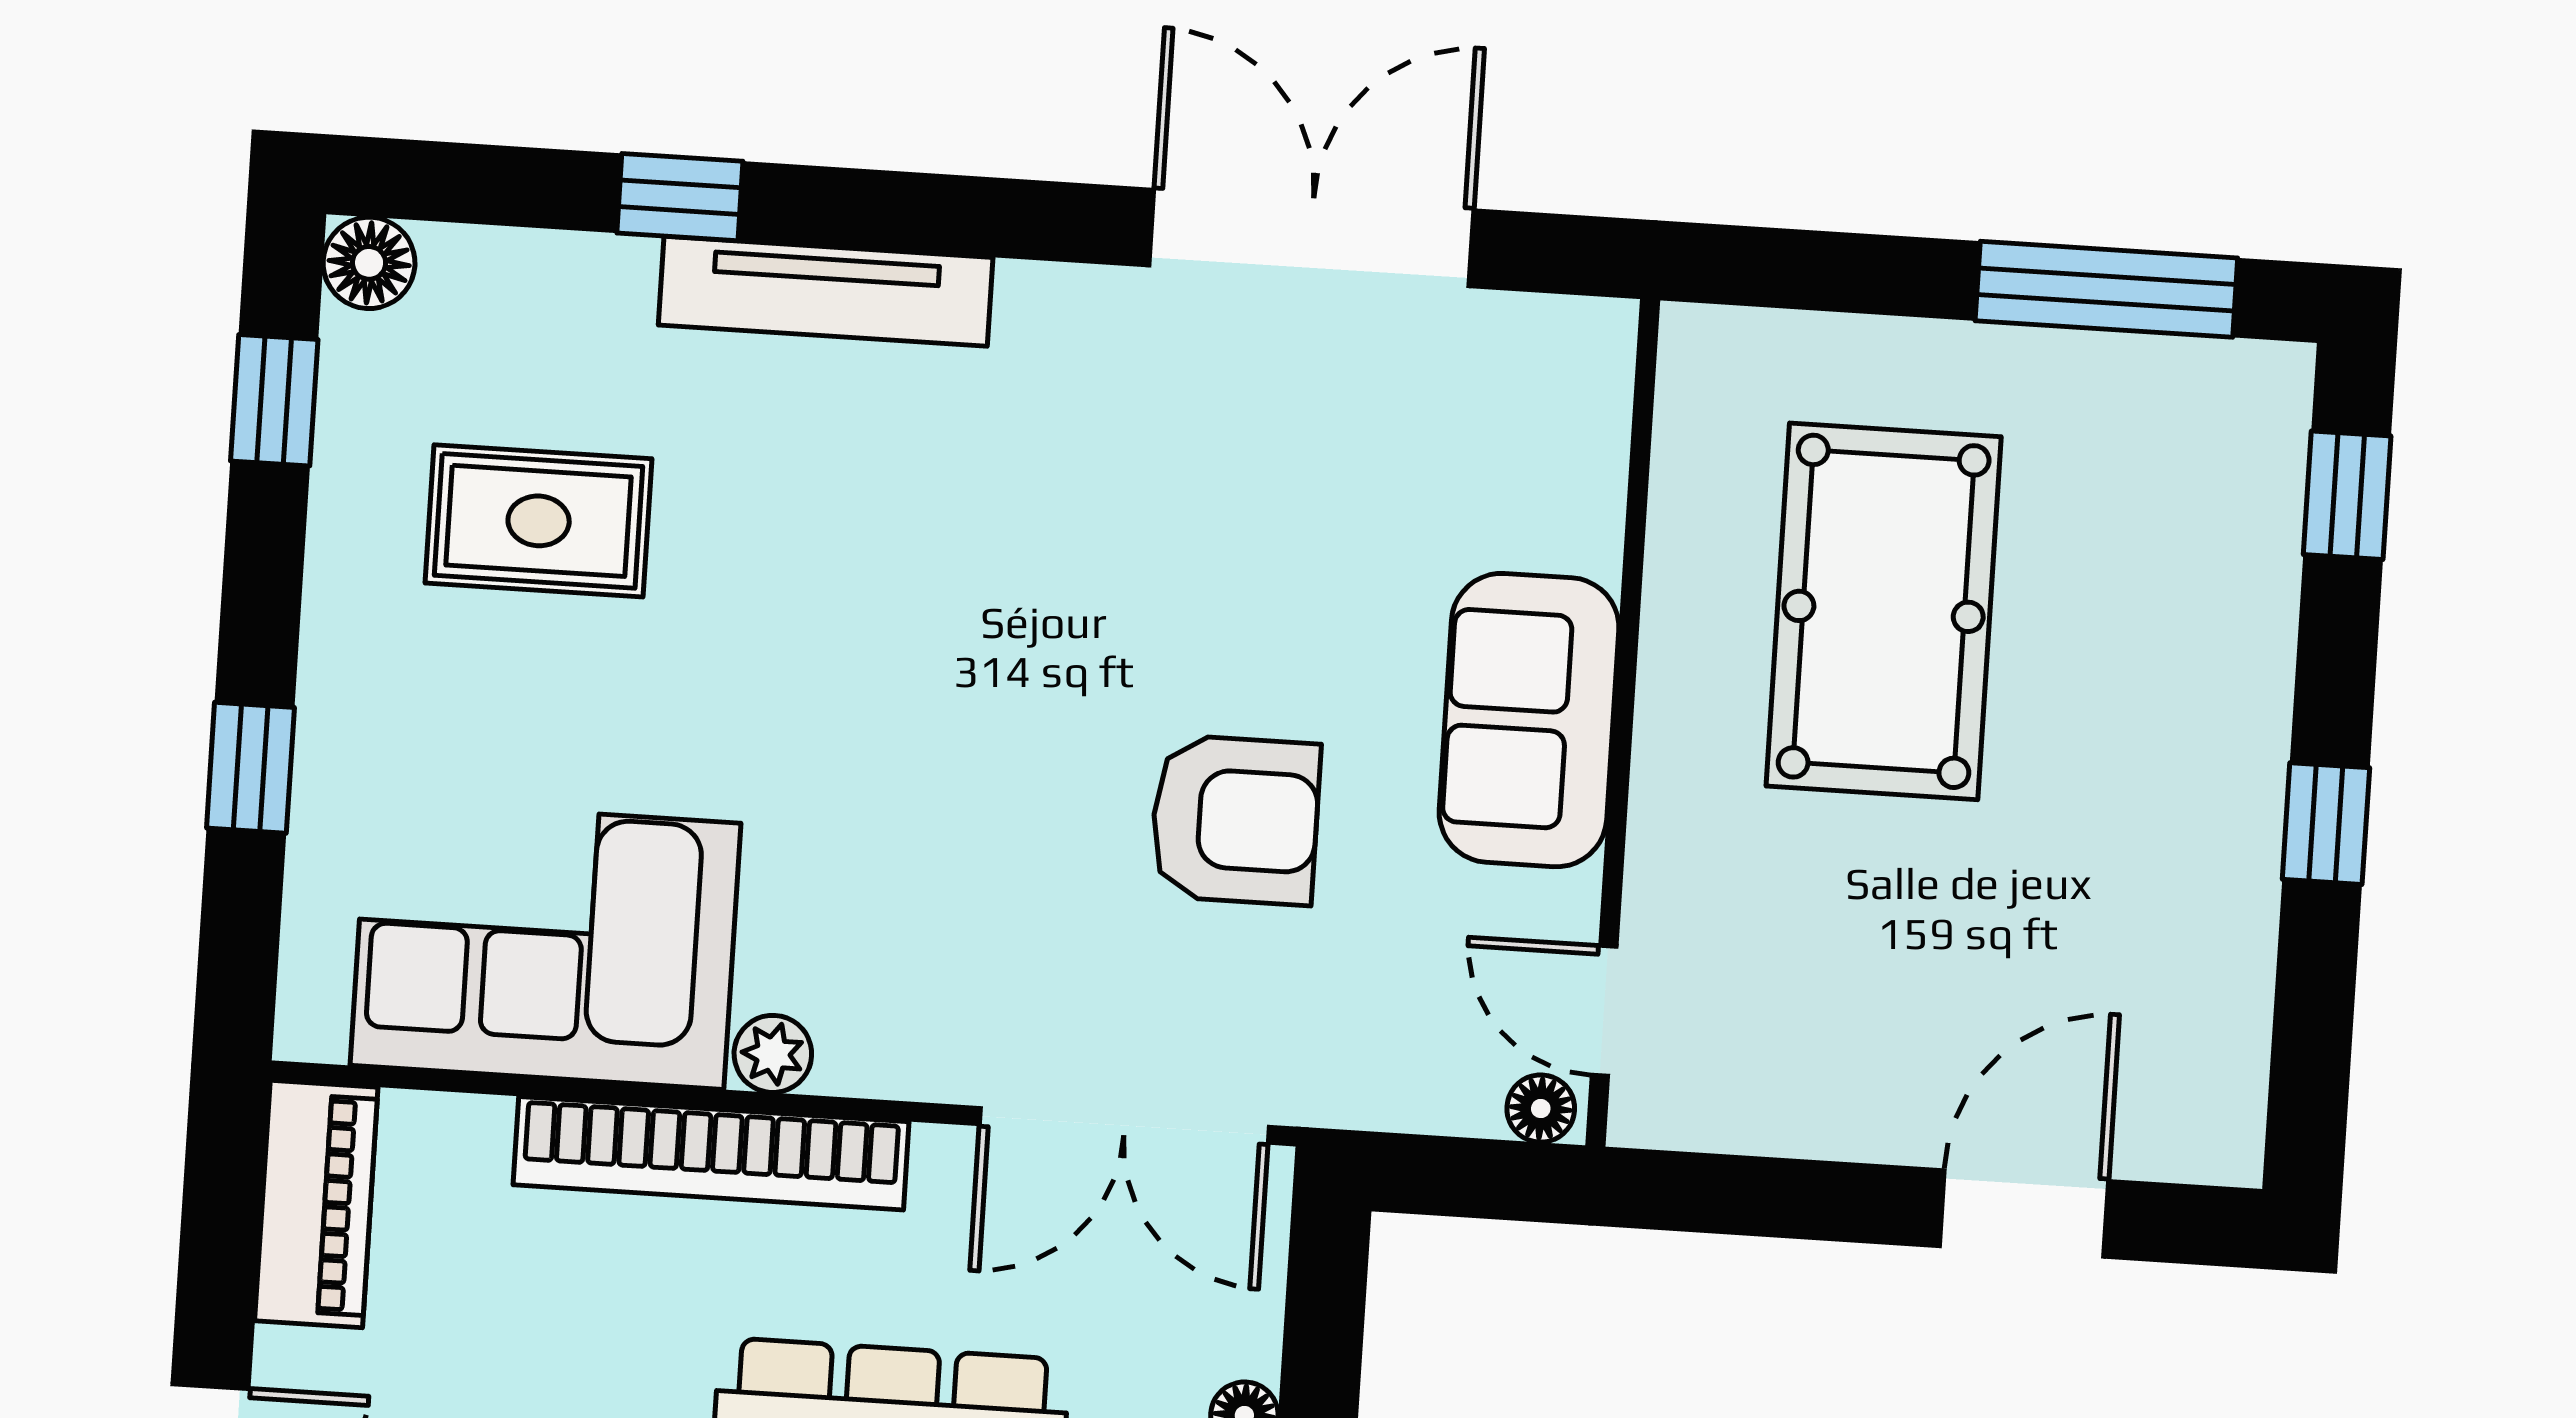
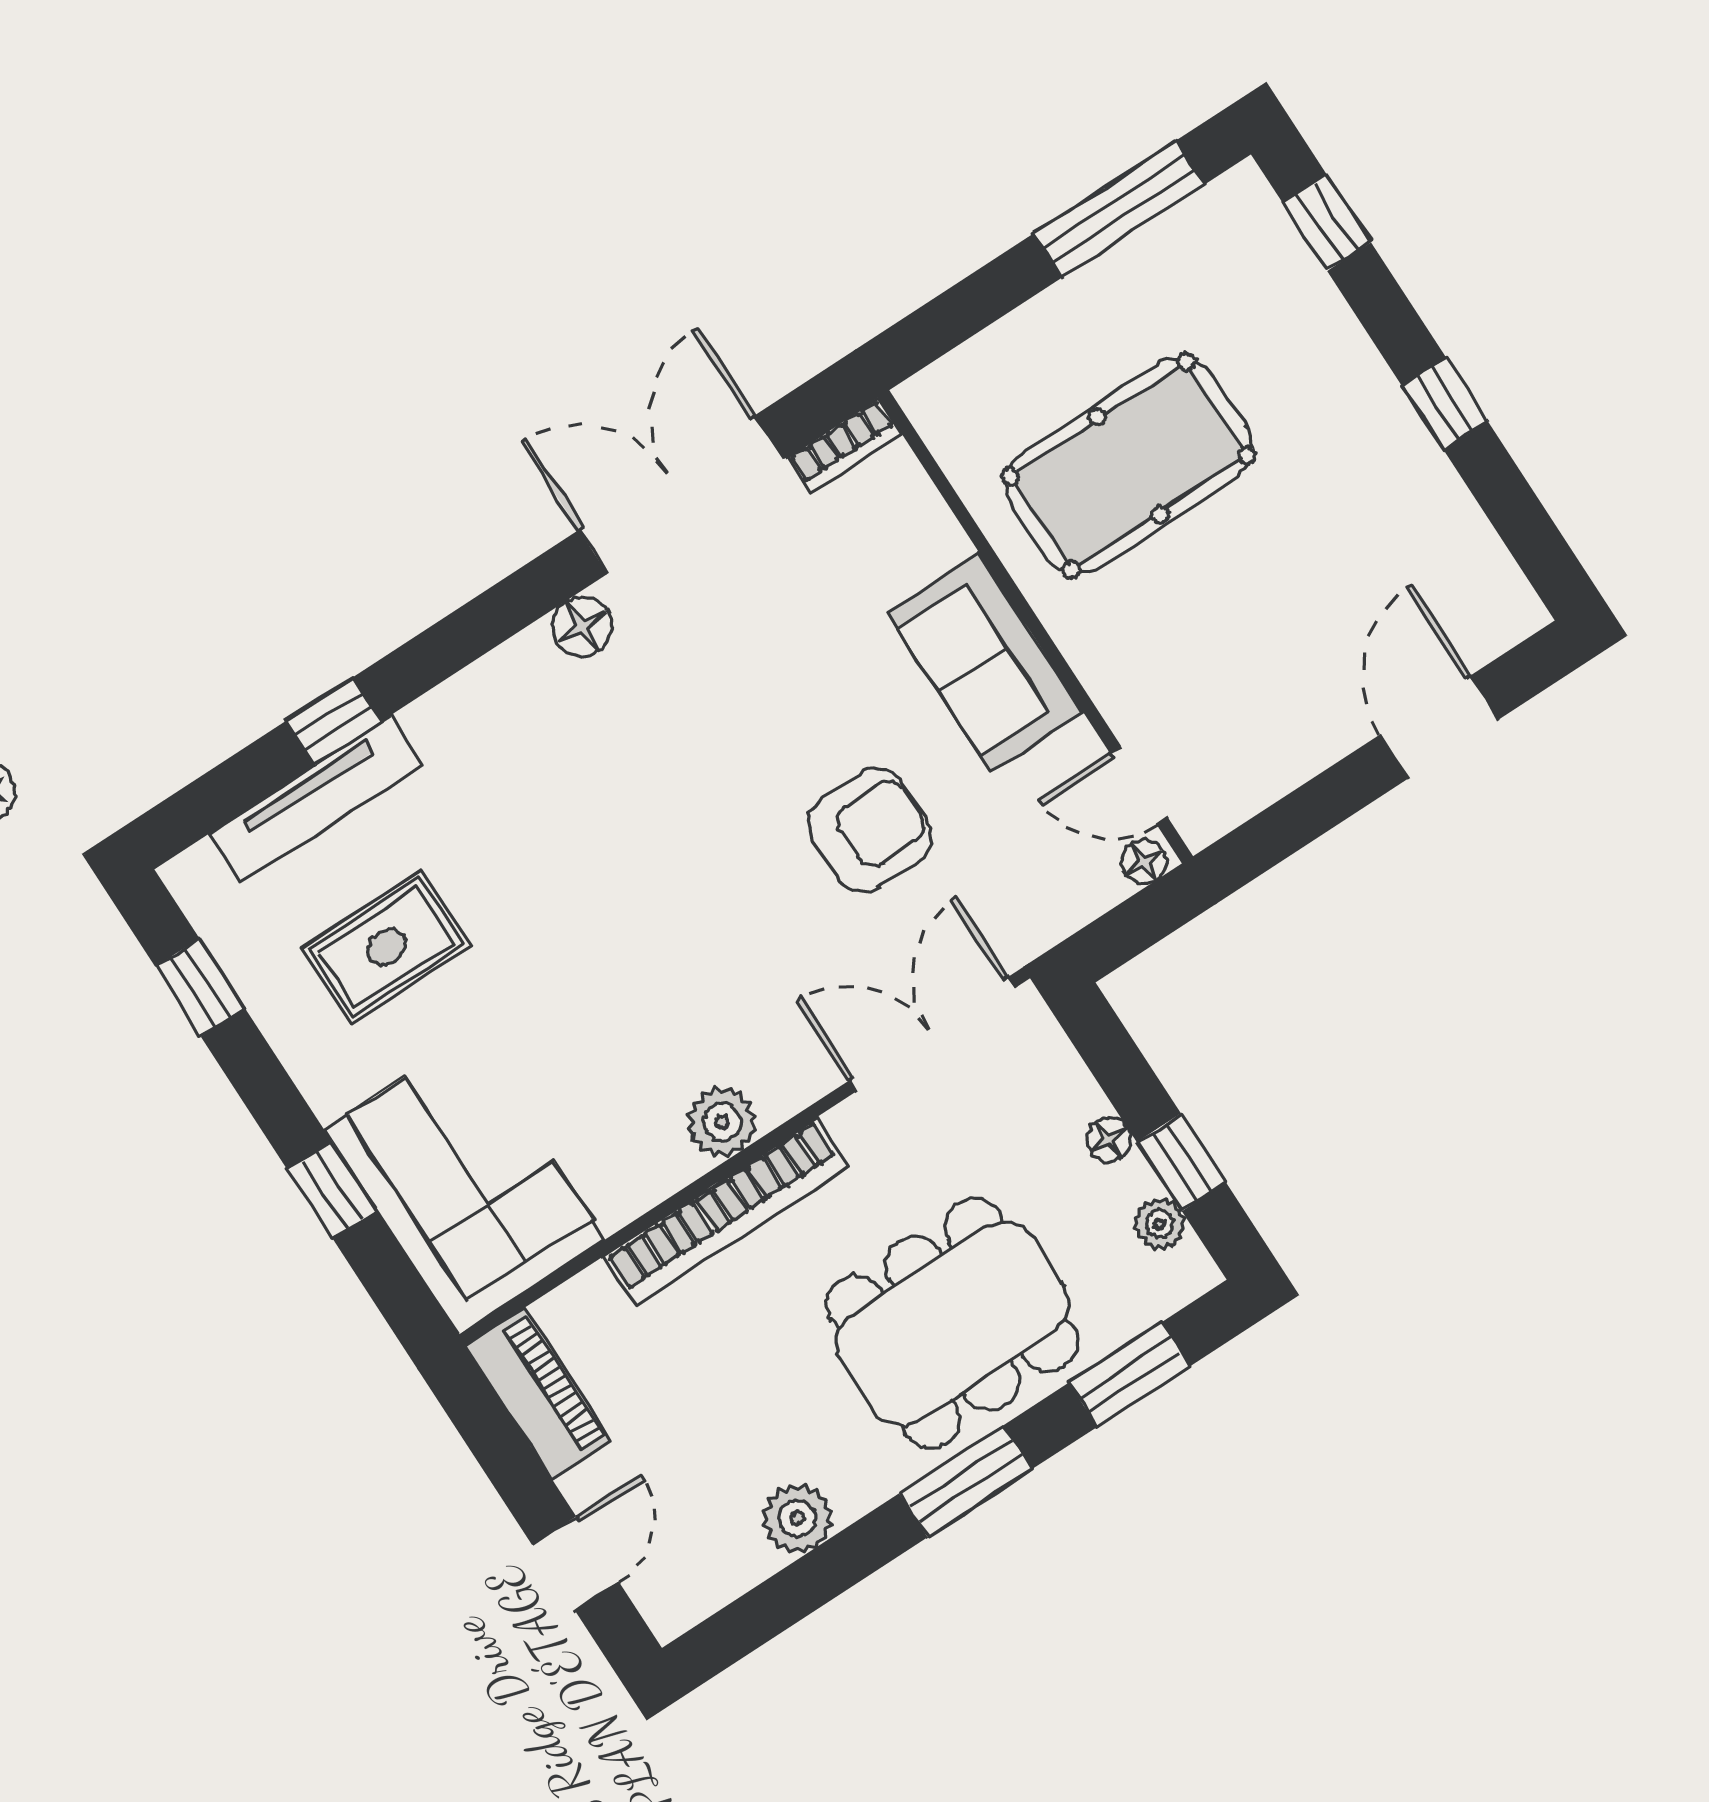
floor lamp: (369, 263) -> (582, 626), moved
tv unit: (826, 291) -> (316, 799), moved
bookcase: (1555, 327) -> (844, 446), added
pool table: (1884, 611) -> (1129, 466), turned 90
corner sofa: (546, 944) -> (464, 1185), moved, turned 90
plant: (773, 1054) -> (722, 1122), width x1.38, depth x1.38
double door: (1124, 1125) -> (932, 1034), swing flipped

